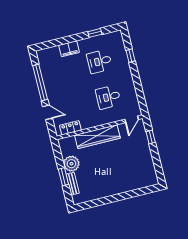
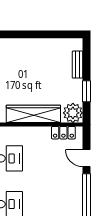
plant: (71, 164) -> (73, 113), moved
window: (63, 177) -> (86, 91), moved

